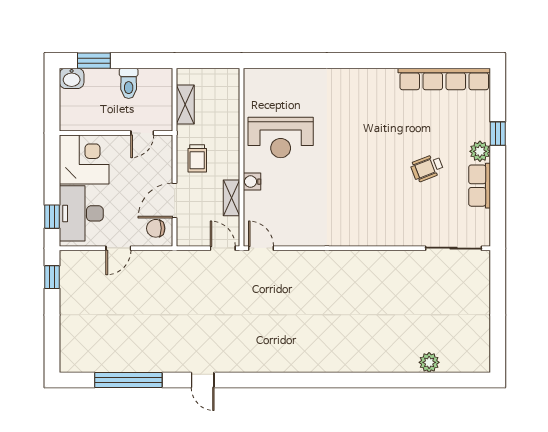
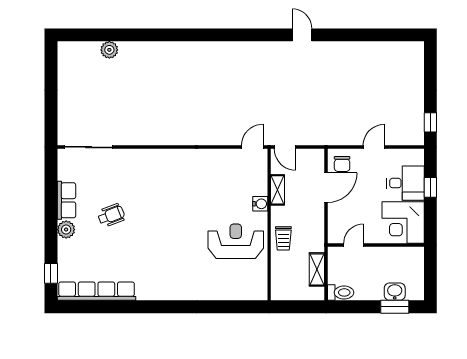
washbasin: (72, 78) -> (395, 292), moved
toilet: (129, 83) -> (341, 292), moved, turned 90
window: (498, 134) -> (51, 273), moved
trolley: (197, 158) -> (283, 238), moved, turned 180
desk: (81, 213) -> (405, 183), width x0.73
window: (52, 217) -> (430, 187), moved
chair: (156, 228) -> (342, 164), turned 90
door: (261, 248) -> (252, 147), swing flipped
window: (128, 380) -> (365, 35), removed

